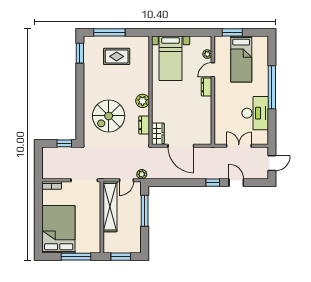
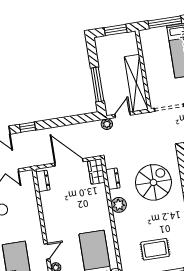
dresser: (207, 87) -> (43, 181), moved

